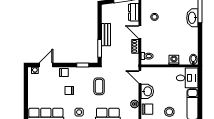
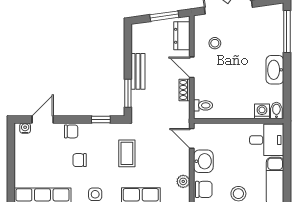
washbasin: (192, 18) -> (275, 70), moved
washing machine: (174, 60) -> (262, 111), moved

